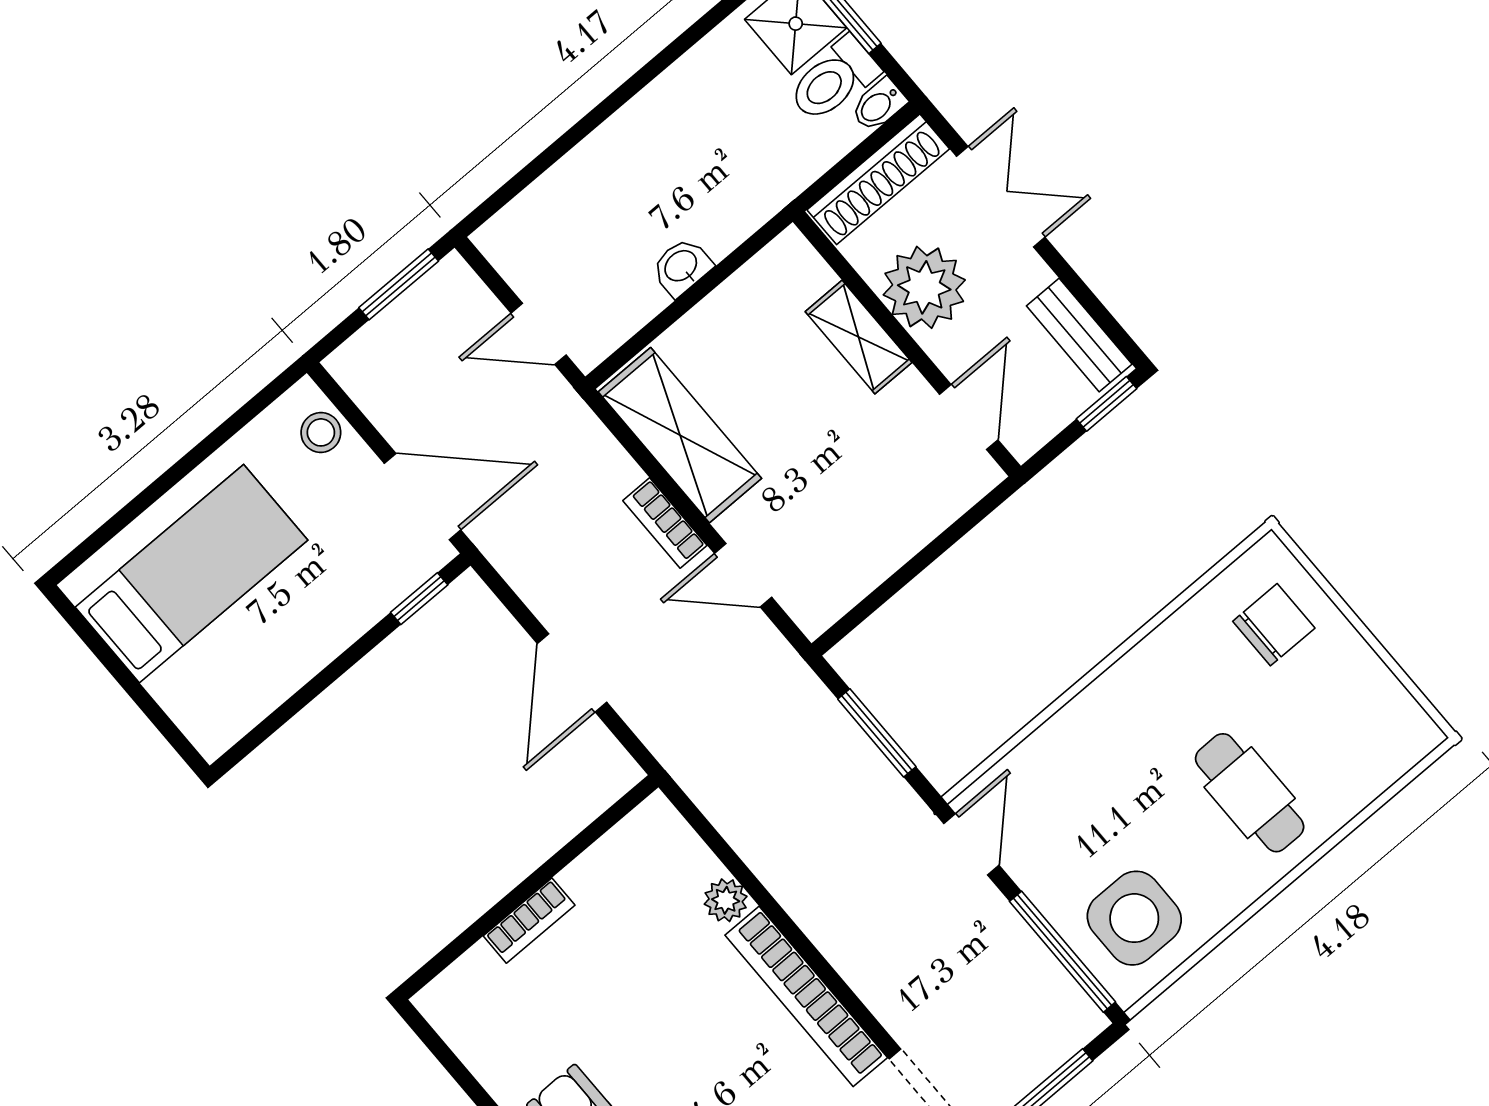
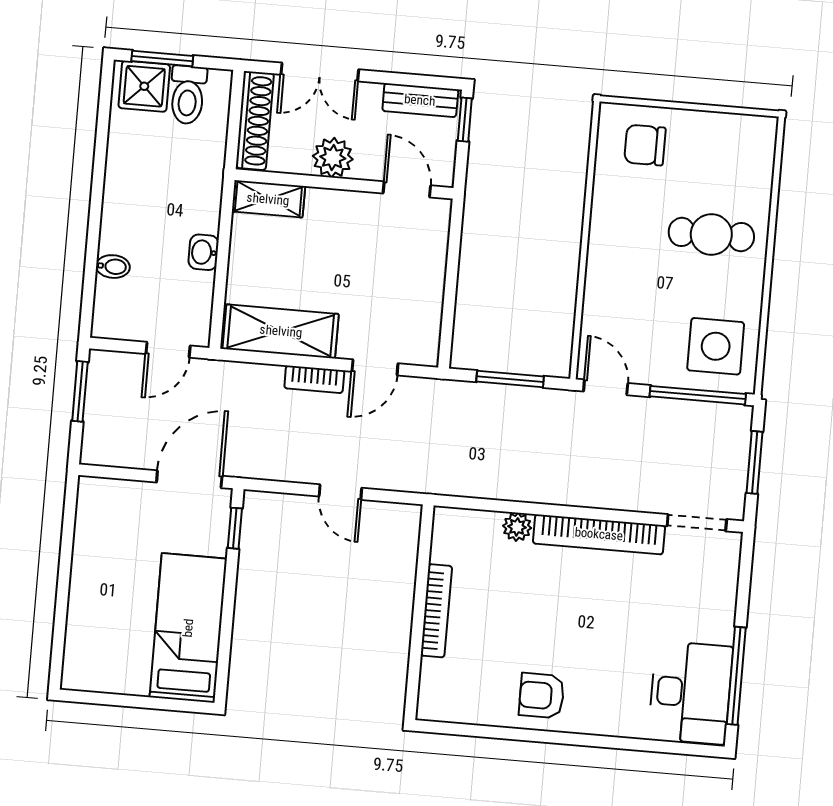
bidet: (879, 105) -> (113, 267), moved, turned -90
double door: (1001, 197) -> (320, 72), swing flipped
plant: (924, 287) -> (333, 158), width x0.73, depth x0.73
shelving: (859, 337) -> (268, 199), moved
stool: (321, 432) -> (112, 496), removed
bed: (192, 574) -> (188, 628), moved
chair: (1274, 625) -> (645, 145), turned -90
door: (572, 673) -> (340, 492), width x0.73
bookcase: (529, 921) -> (436, 611), width x1.56

